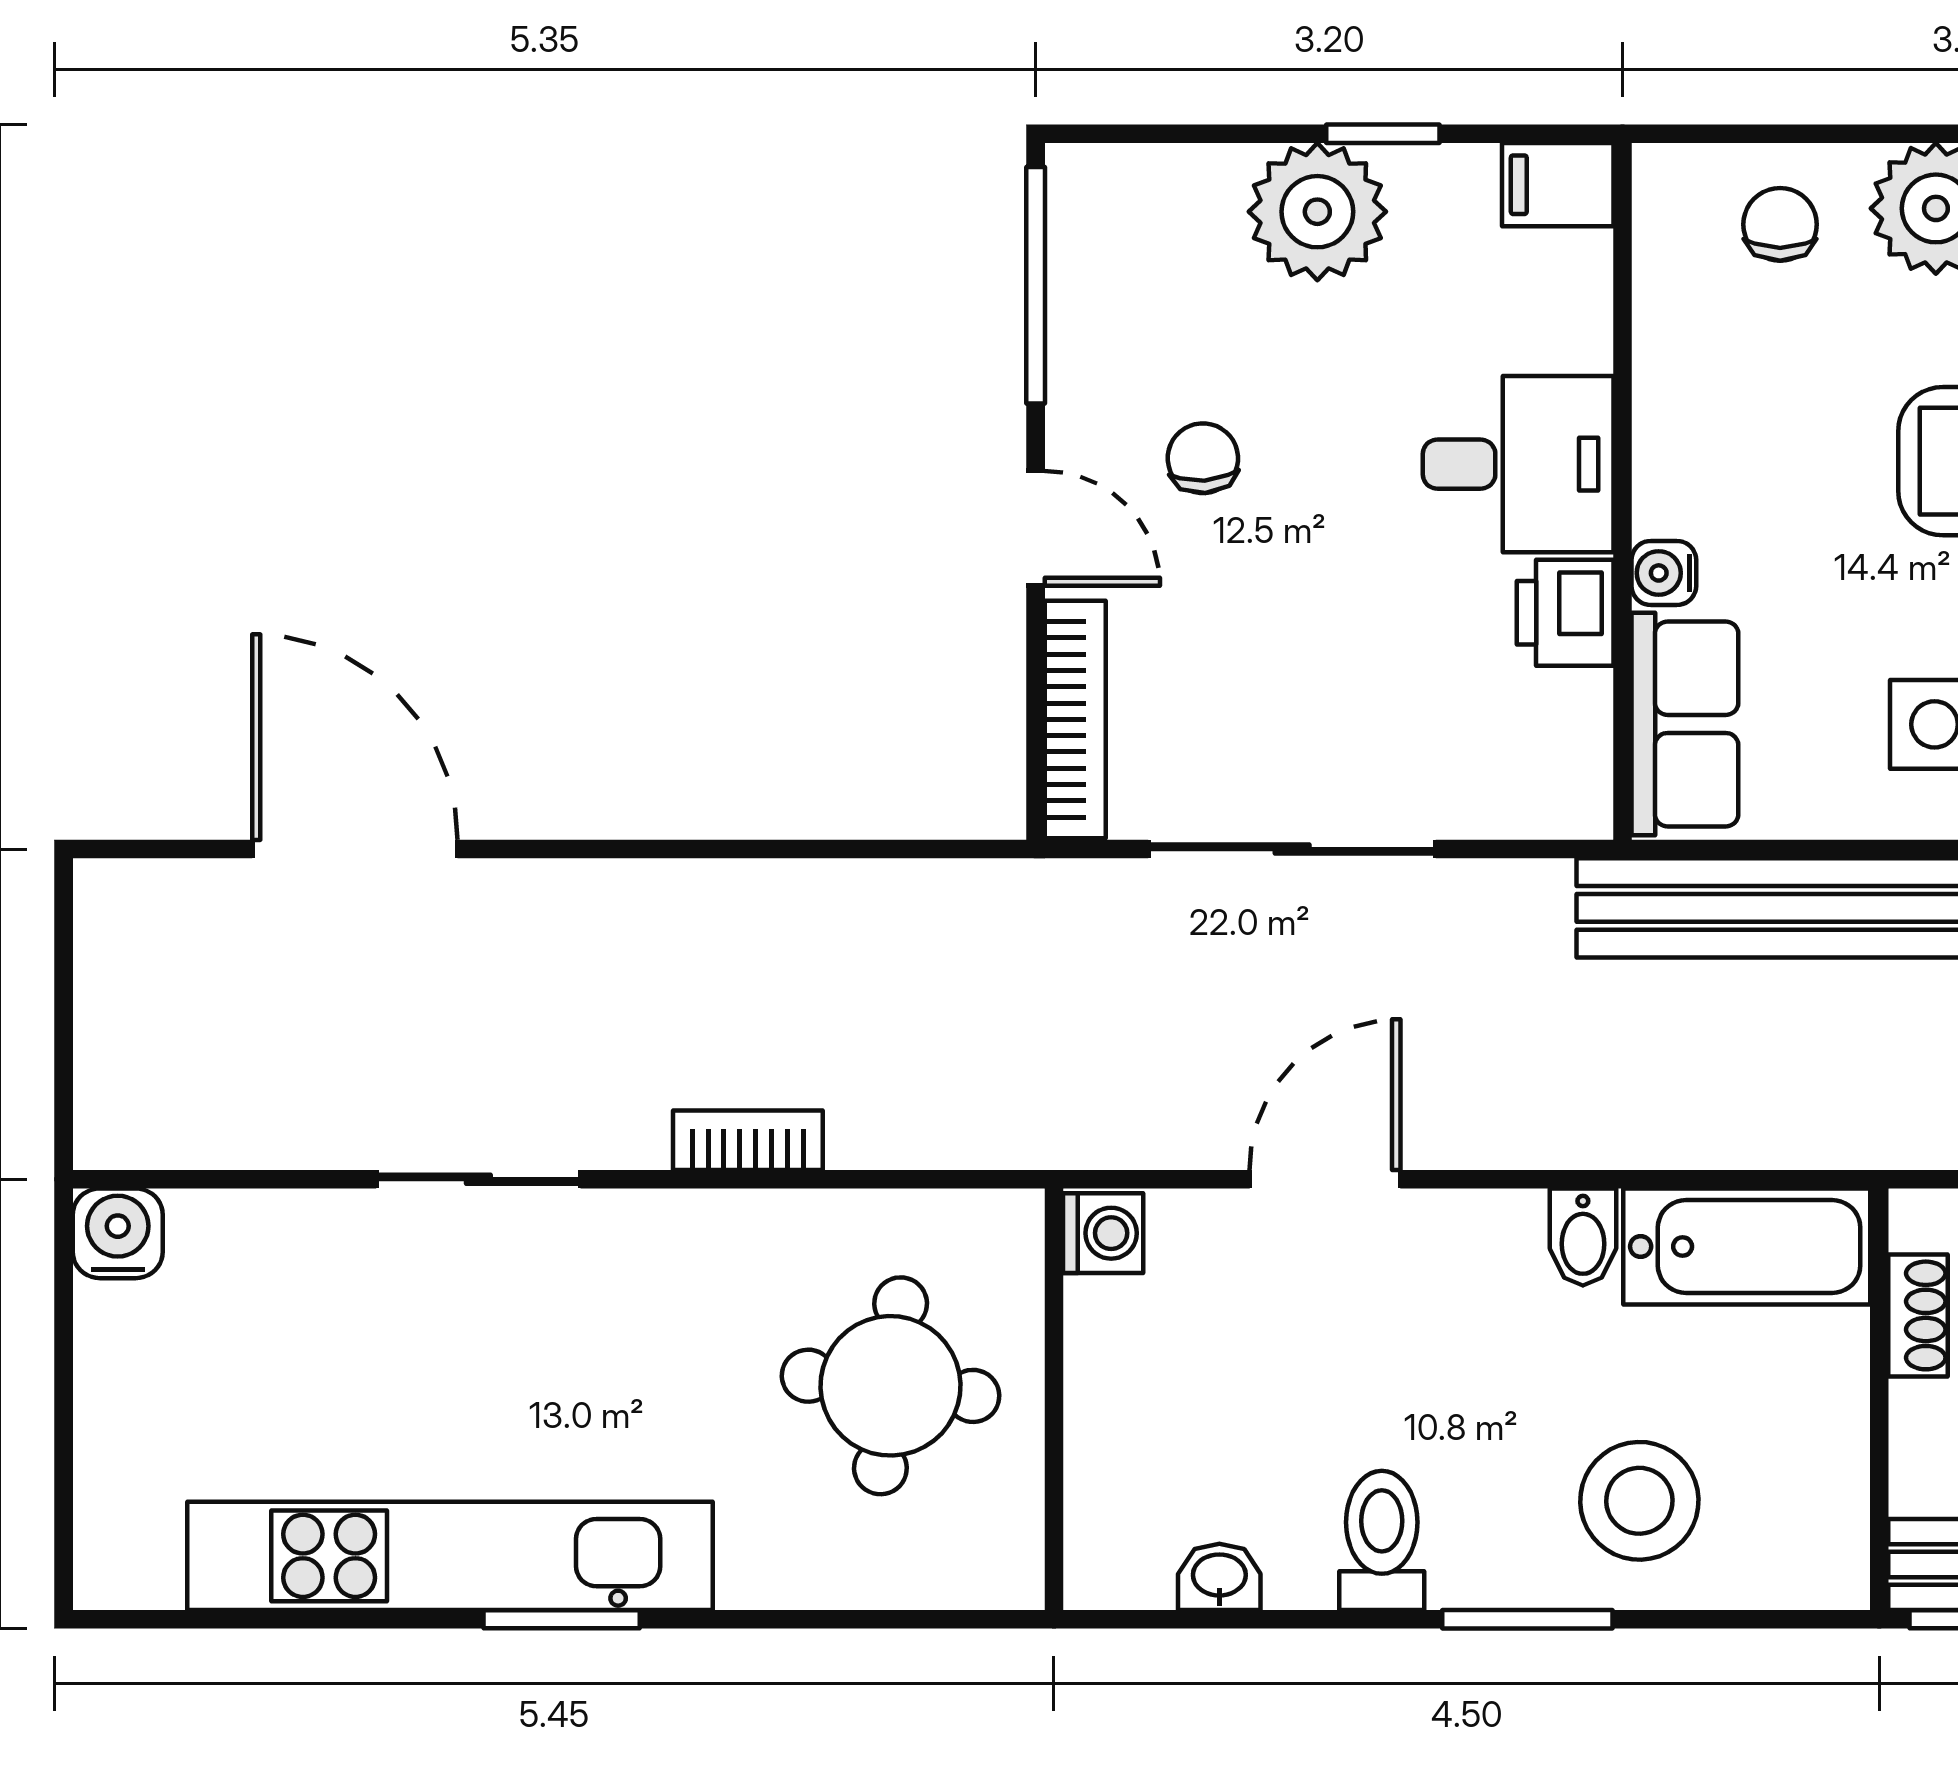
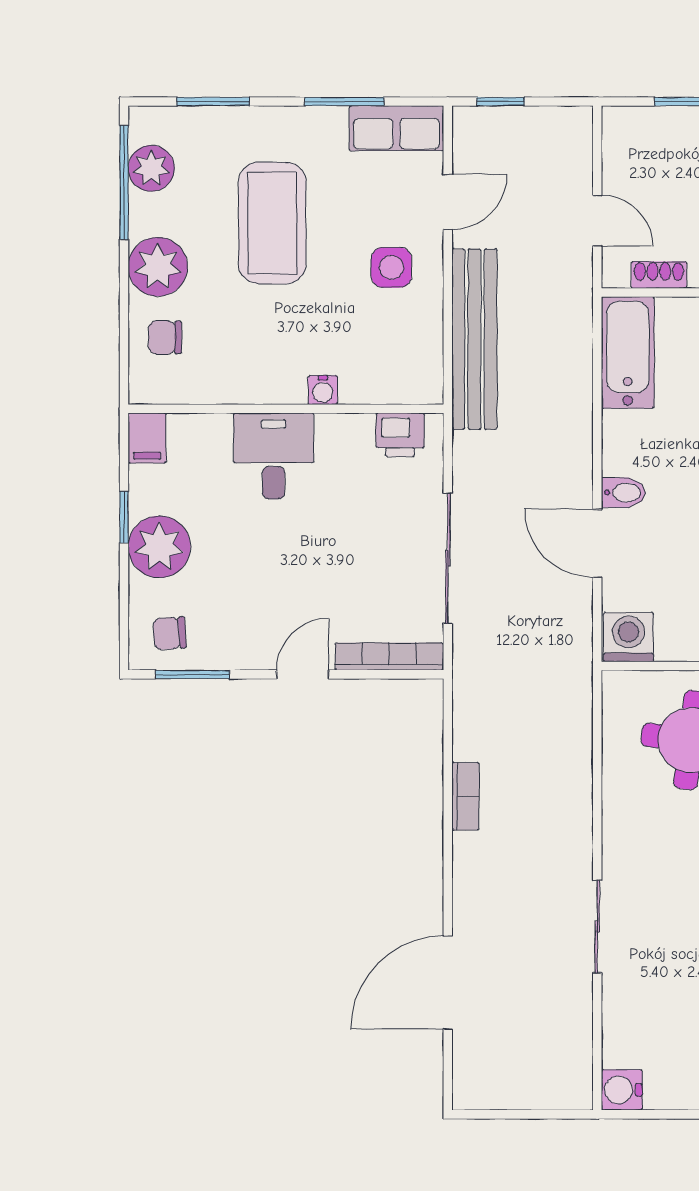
window: (1036, 285) -> (193, 674), width x0.69
chair: (1203, 458) -> (170, 633), moved
printer: (1565, 613) -> (400, 435), moved
row of seats: (1685, 724) -> (391, 380), removed
bookcase: (748, 1140) -> (465, 796), moved, turned 180
washing machine: (1103, 1233) -> (629, 637), width x1.38, depth x1.38
bidet: (1583, 1237) -> (623, 493), moved

